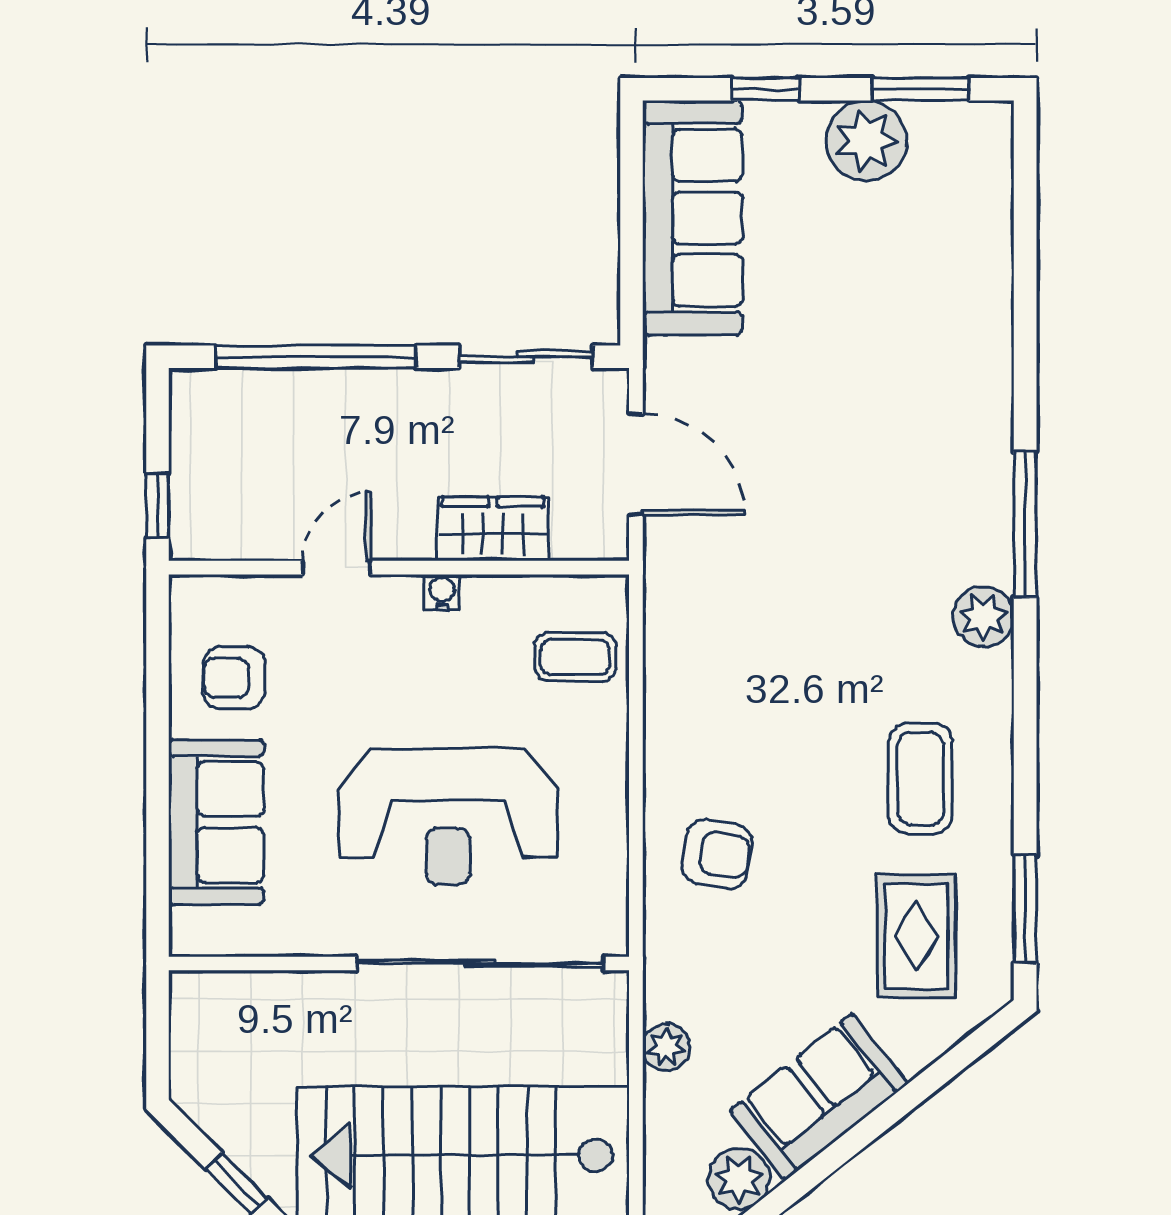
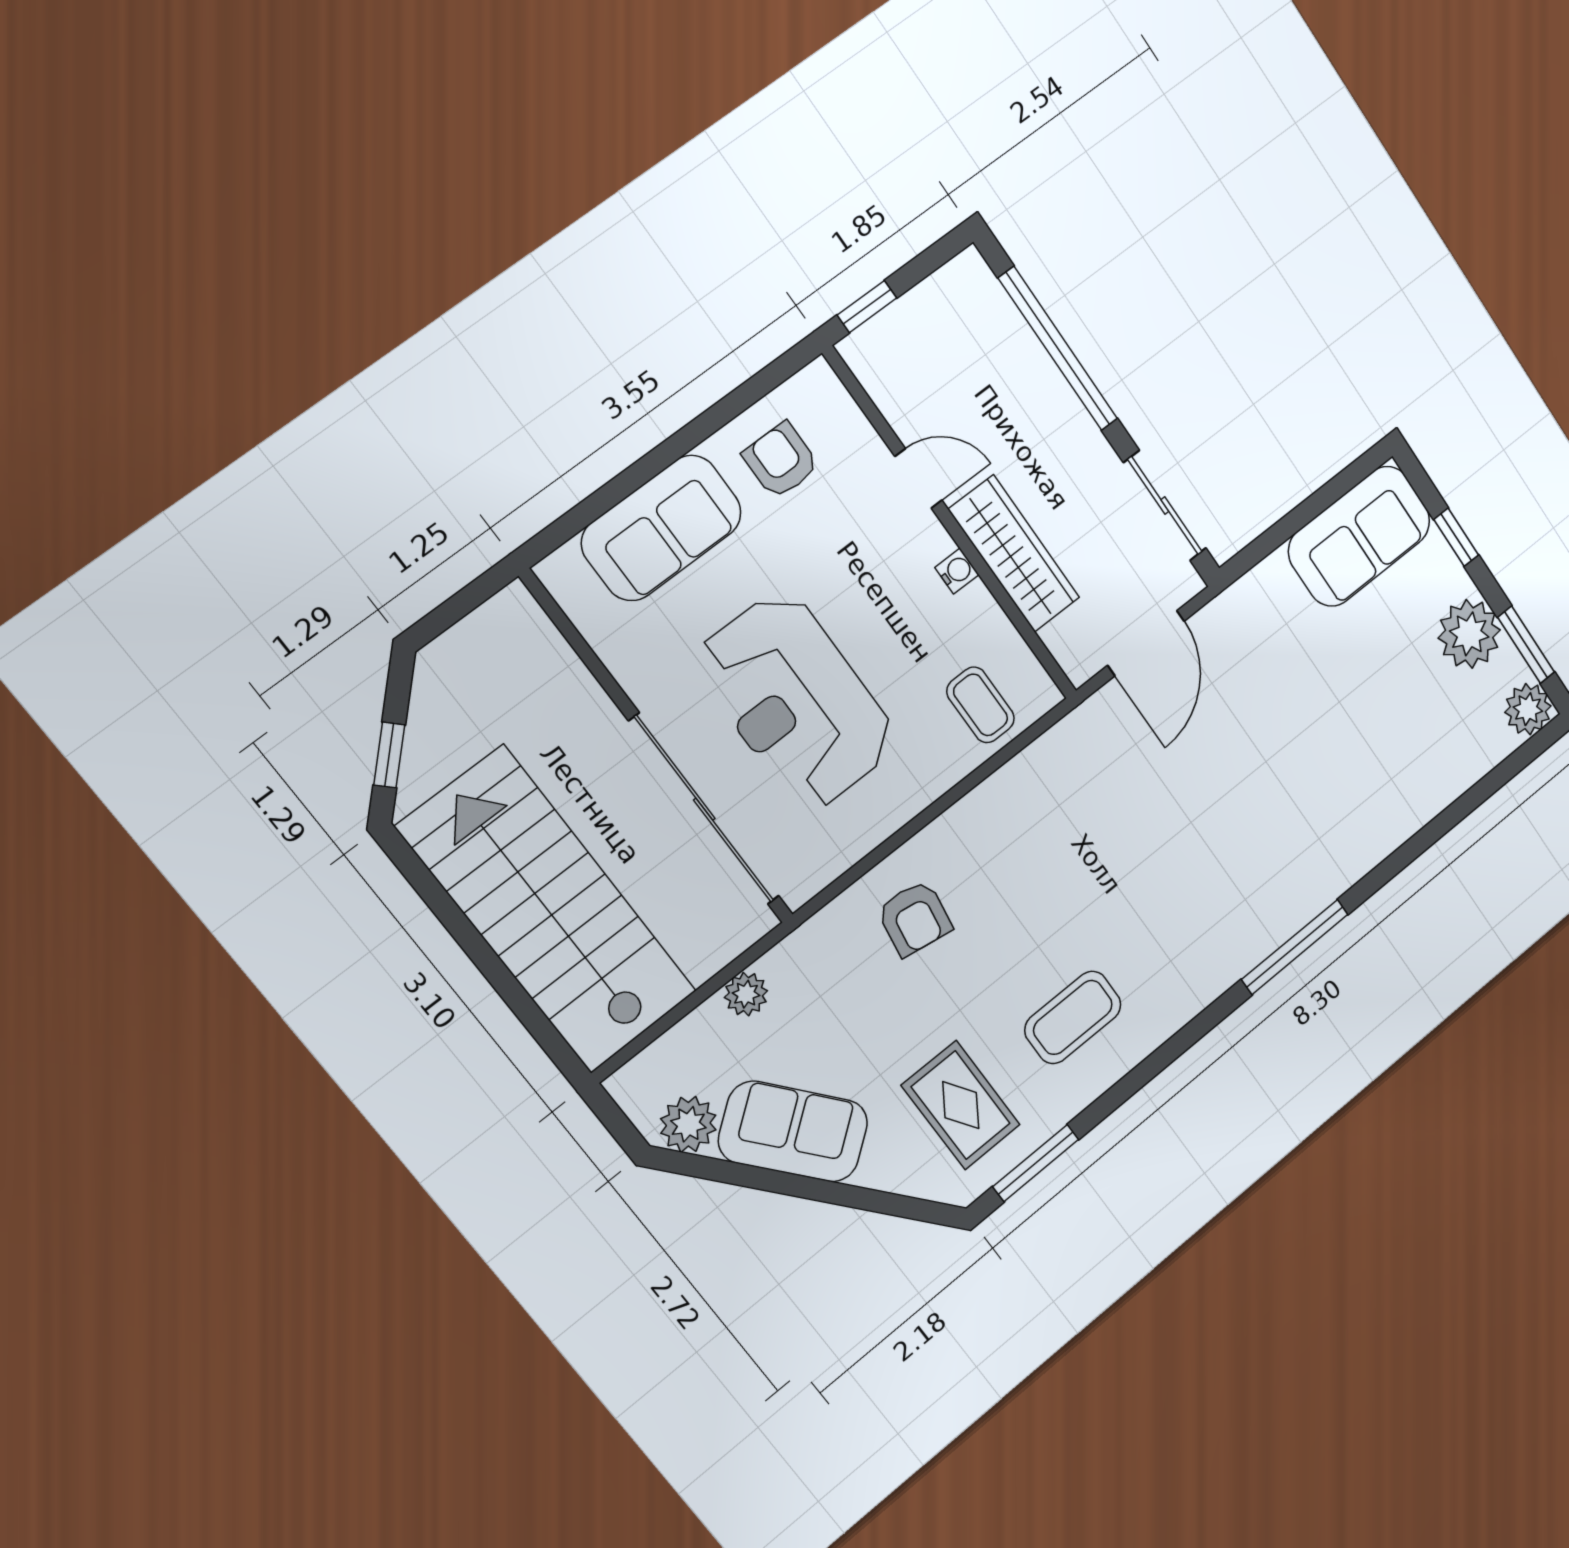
sofa: (692, 218) -> (1359, 536), width x0.73
wardrobe: (493, 529) -> (1014, 554), width x1.50
plant: (984, 617) -> (1528, 709), moved
rug: (917, 936) -> (961, 1105), turned 90

